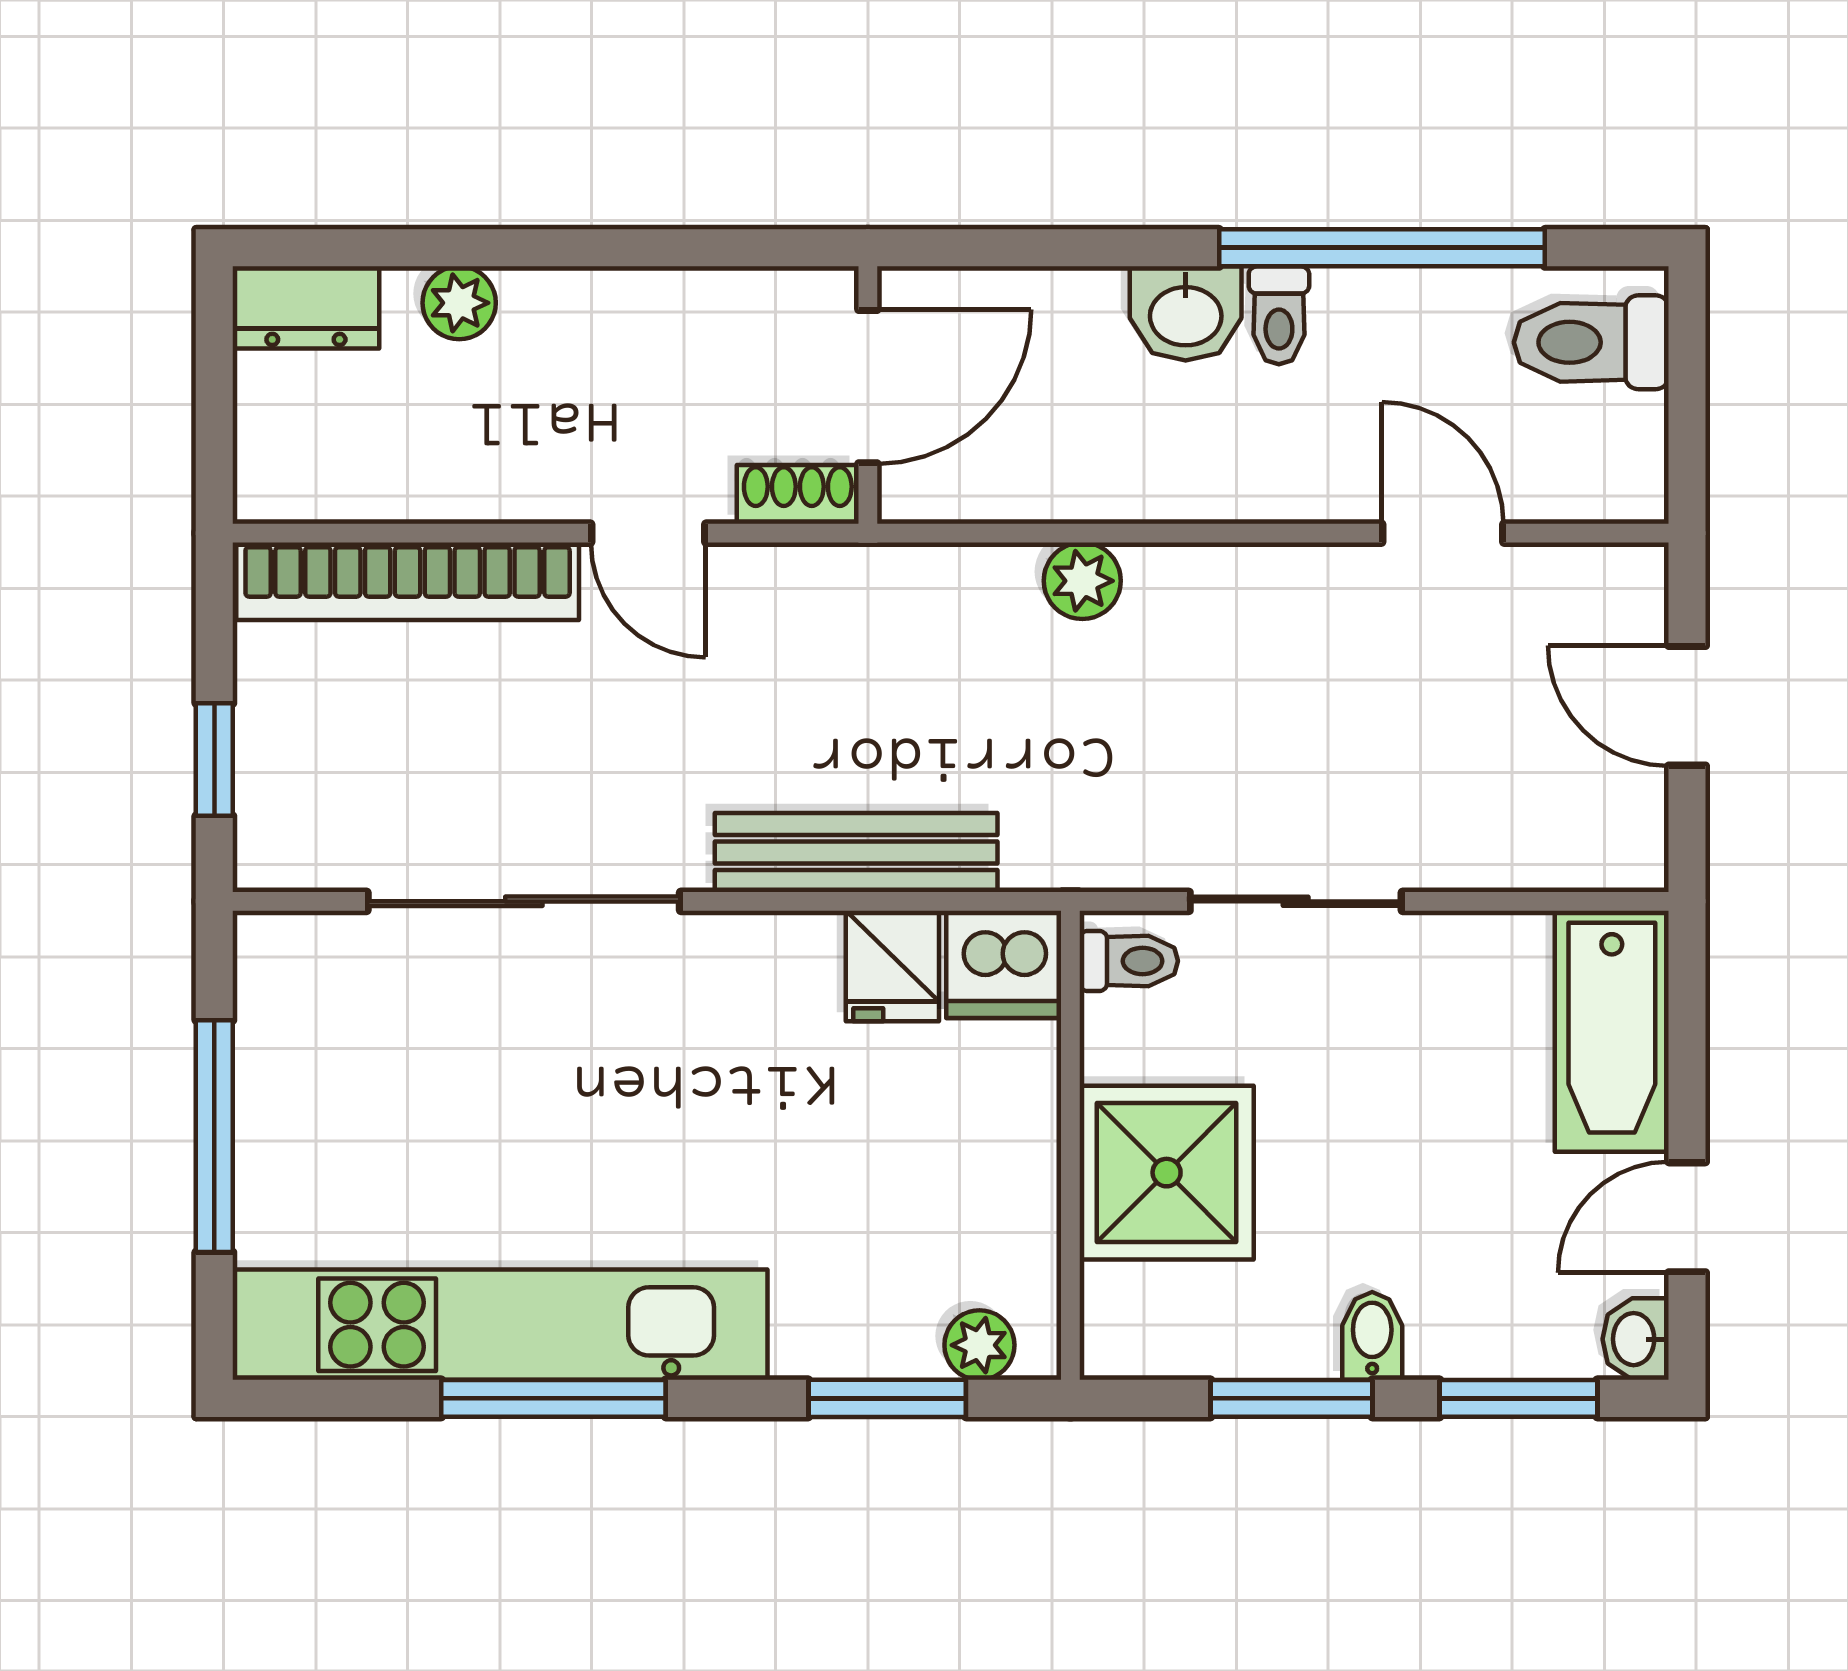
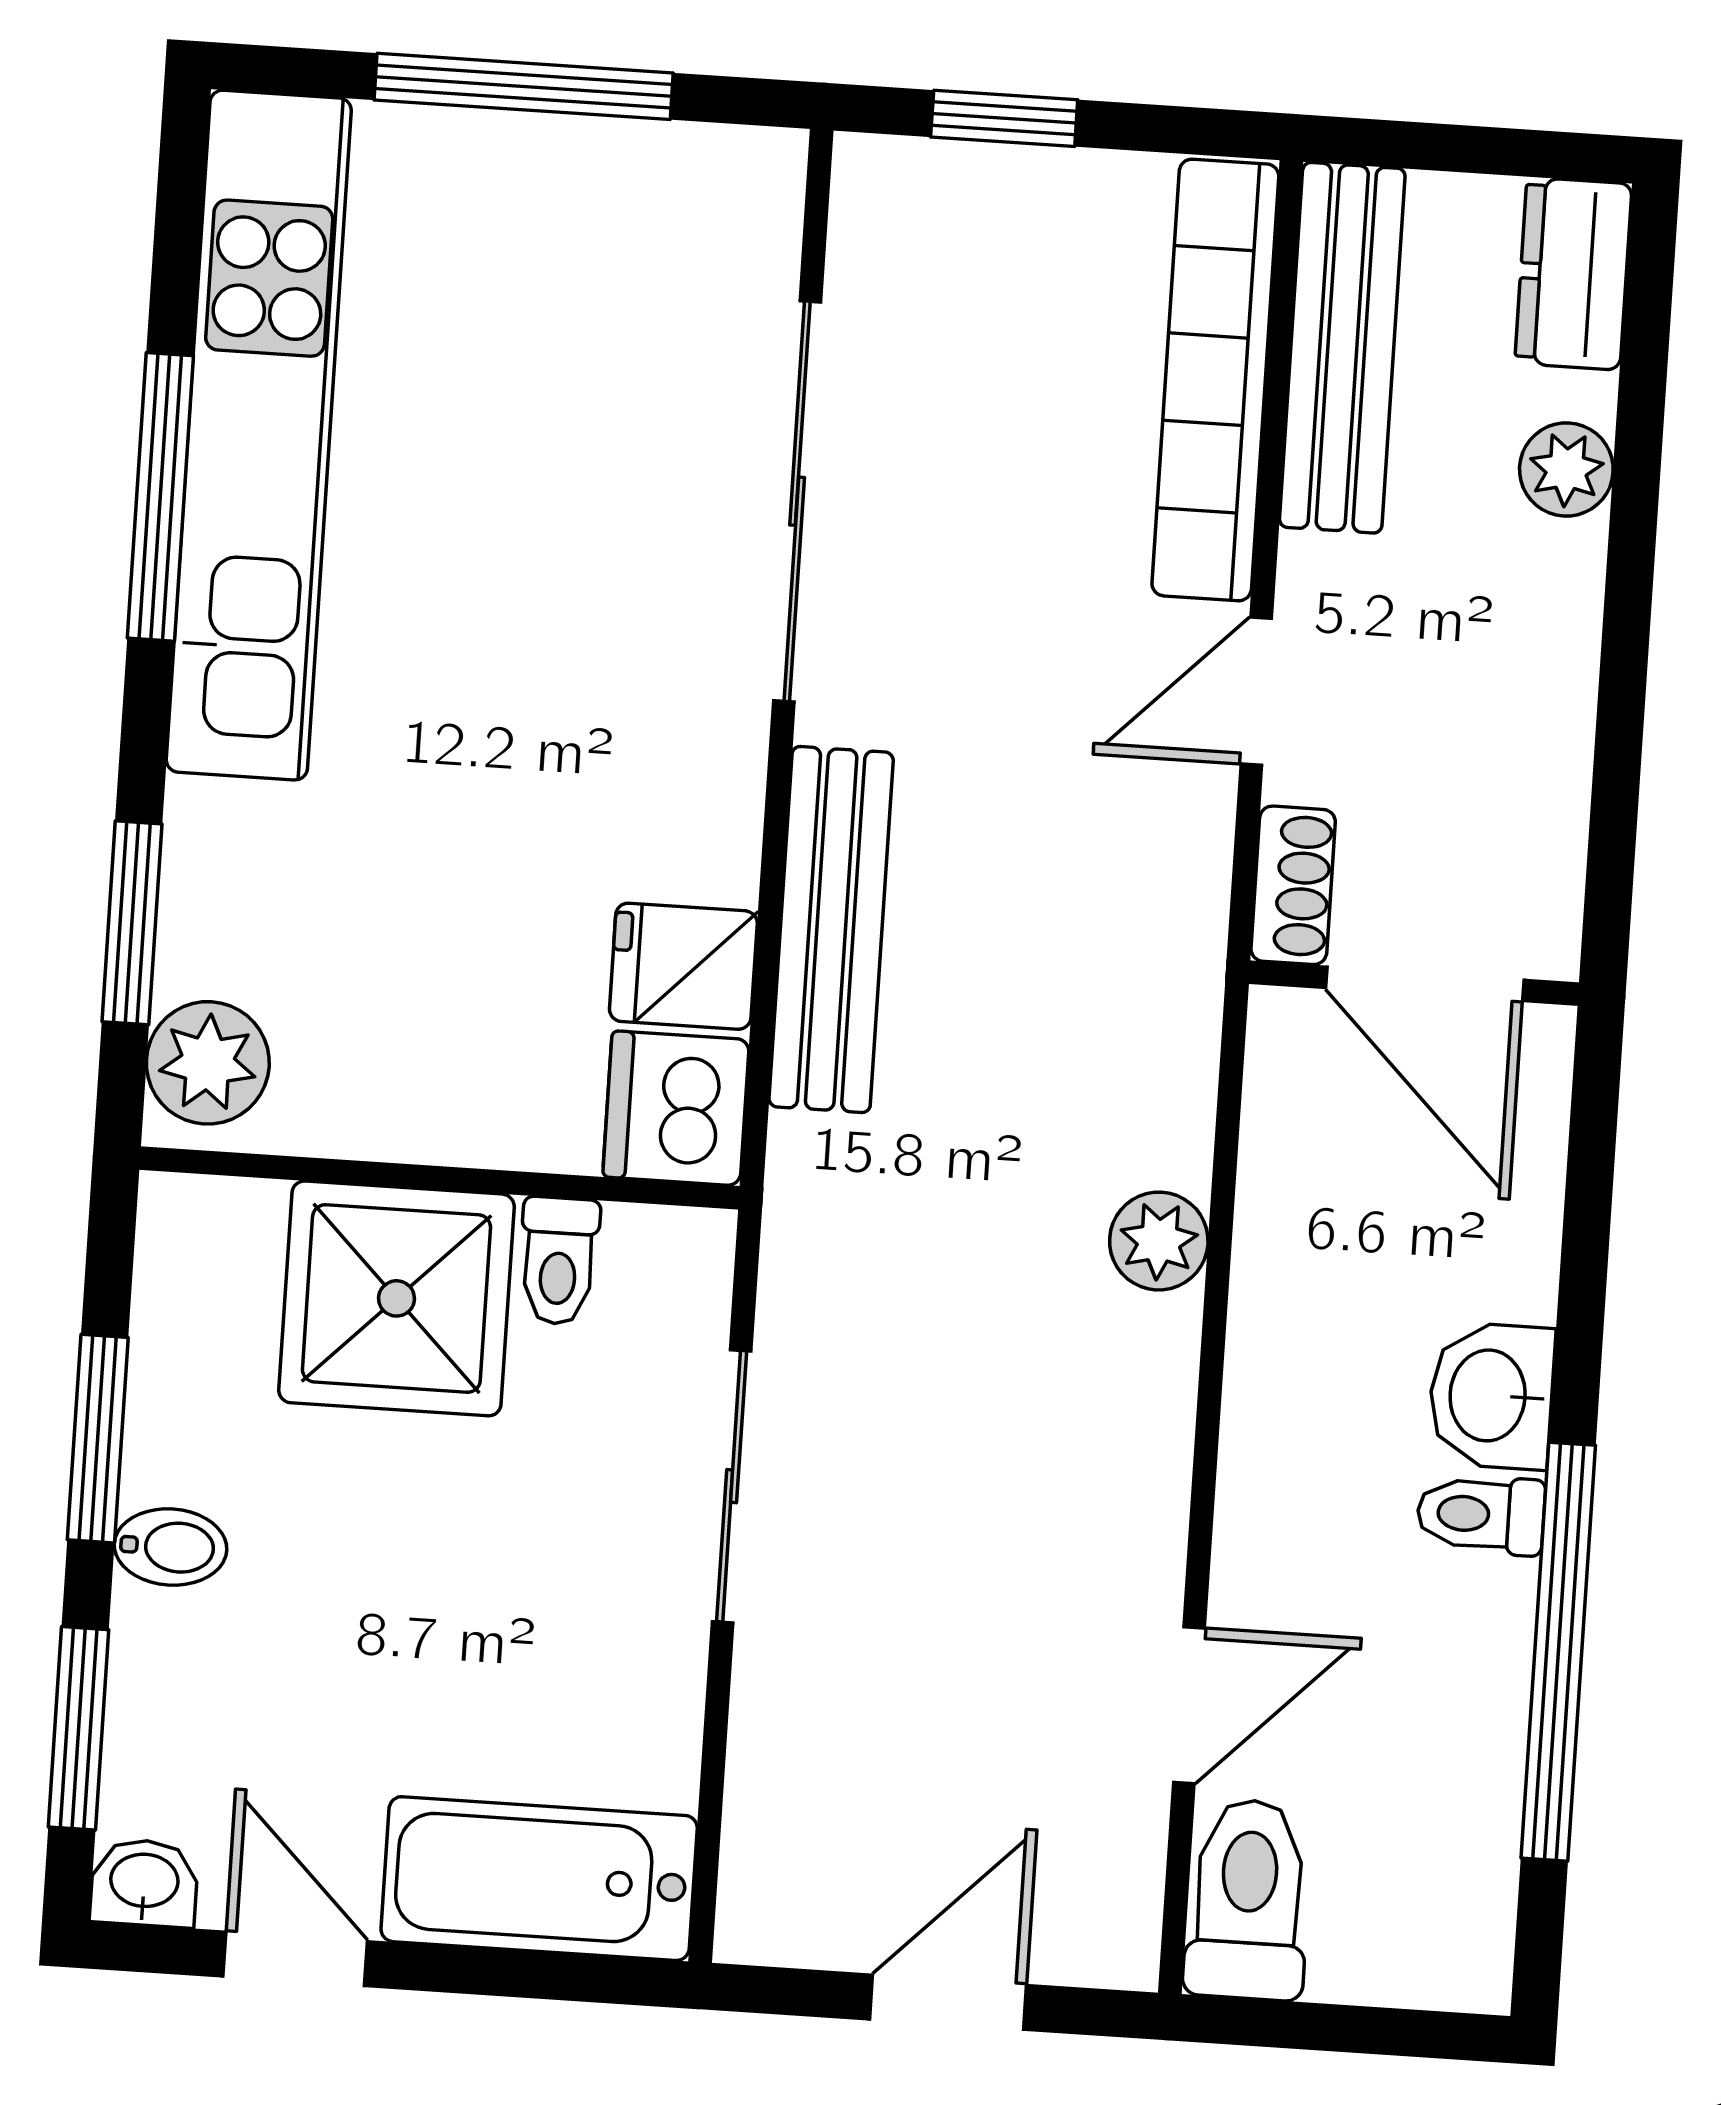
toilet: (1591, 342) -> (1248, 1899), moved
bench: (376, 484) -> (1342, 348), added
toilet: (1129, 961) -> (559, 1261), moved
plant: (979, 1345) -> (208, 1063), width x1.38, depth x1.38

